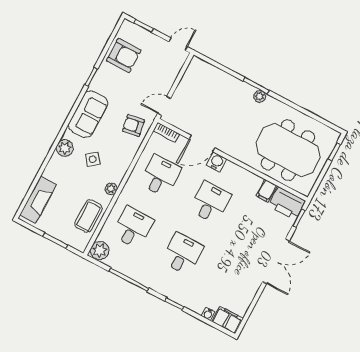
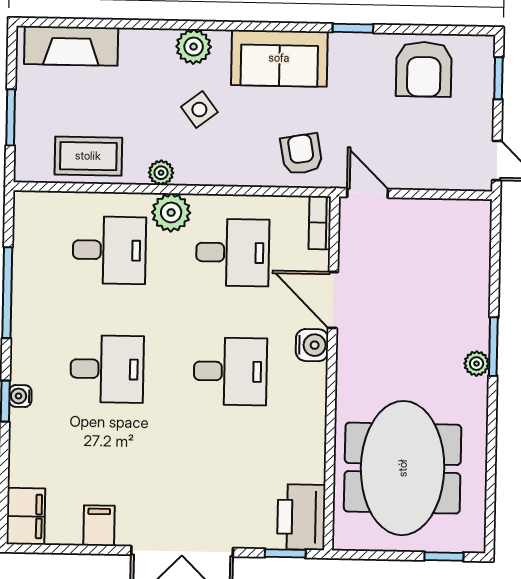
filing cabinet: (267, 191) -> (99, 526), moved, turned 90
plant: (100, 250) -> (171, 212), moved
water cooler: (208, 314) -> (20, 396), moved

